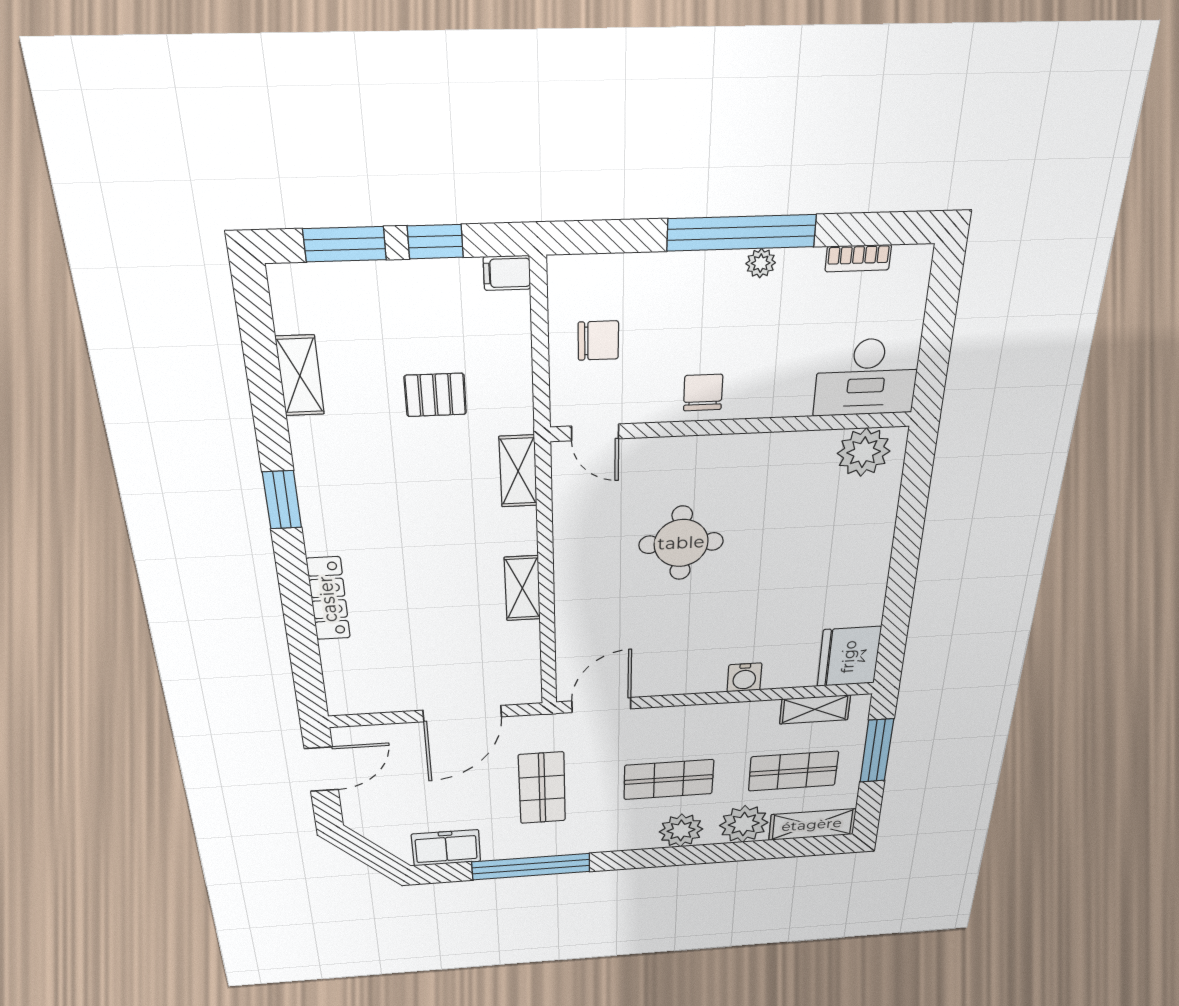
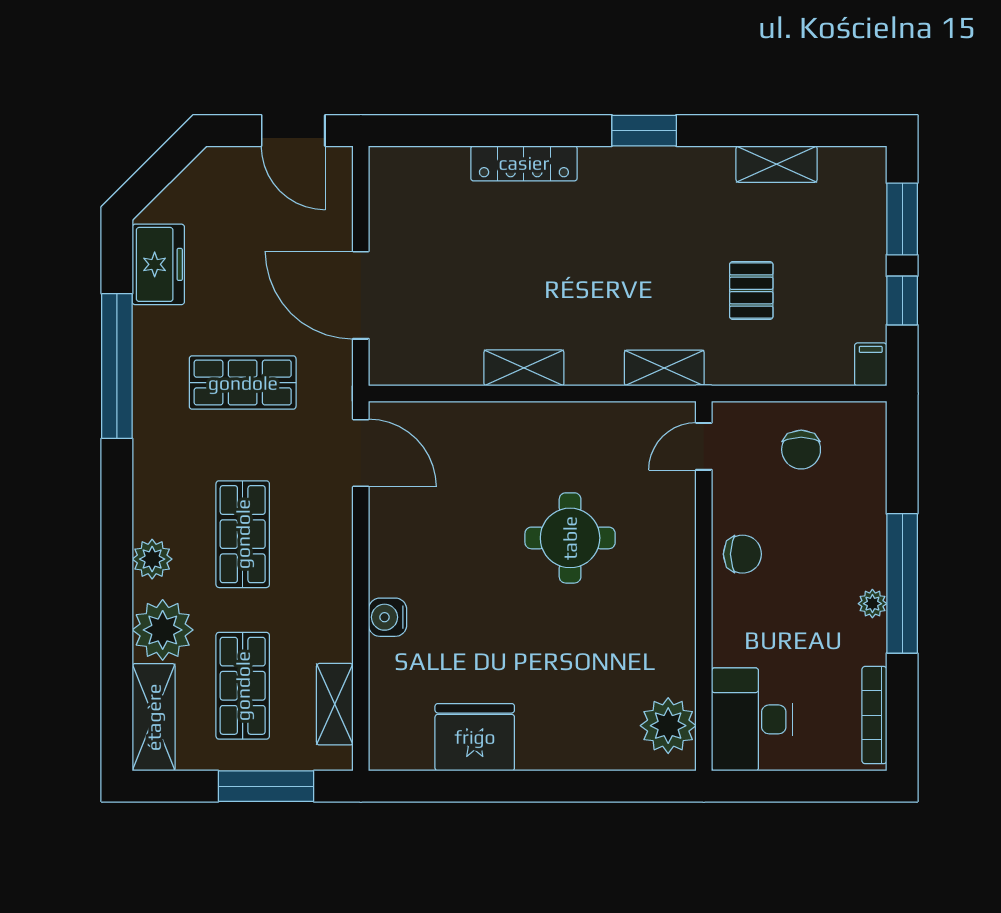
bookcase: (858, 258) -> (874, 715), width x1.56
fridge: (849, 657) -> (475, 737), moved
plant: (681, 830) -> (152, 559), width x0.73, depth x0.73

